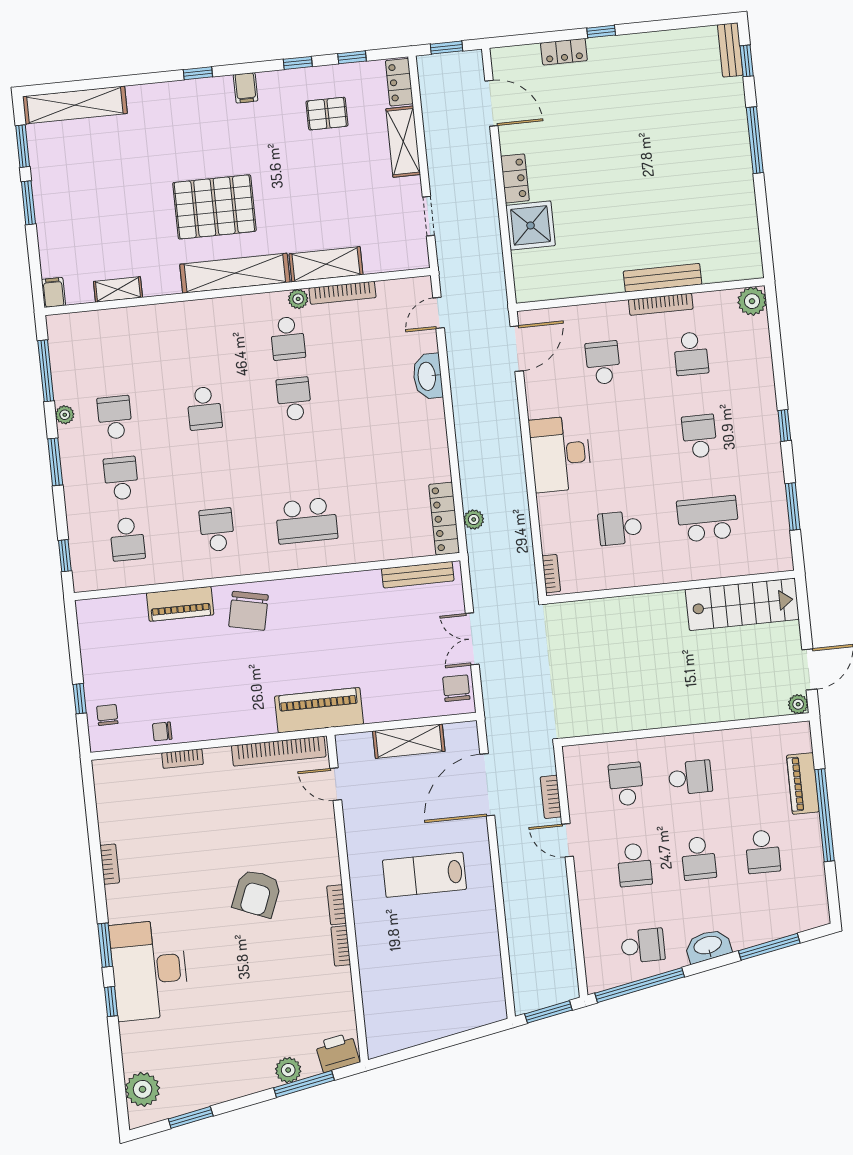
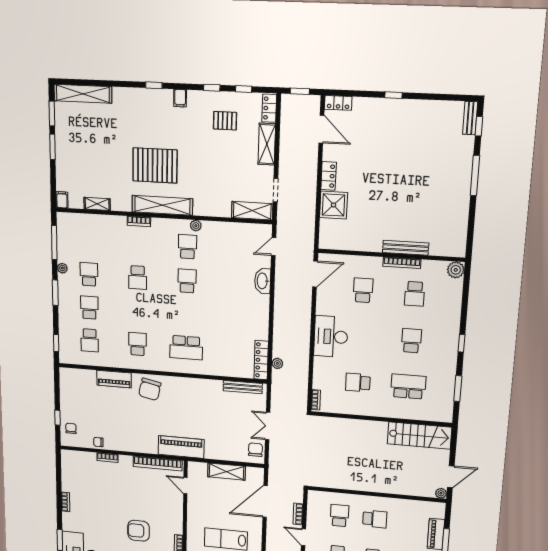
locker: (564, 52) -> (338, 103), moved
shelving: (326, 264) -> (252, 211), moved
bookcase: (342, 293) -> (139, 221), moved, width x0.64
school desk: (288, 338) -> (187, 247), turned 180
armchair: (257, 893) -> (139, 531), turned 68

